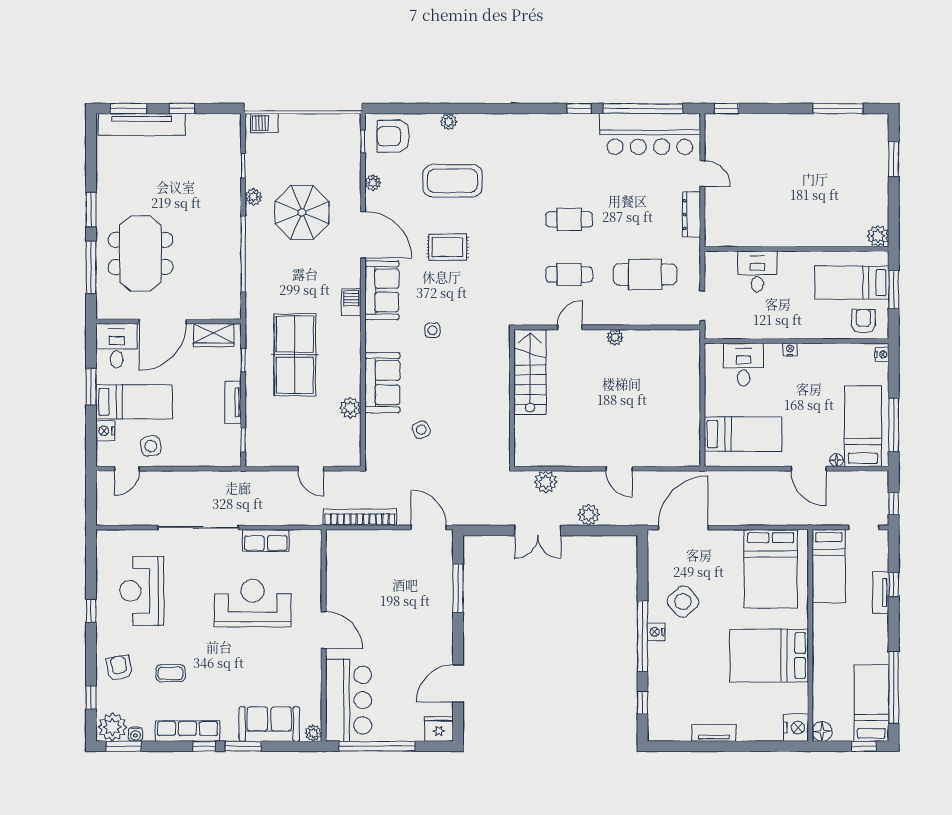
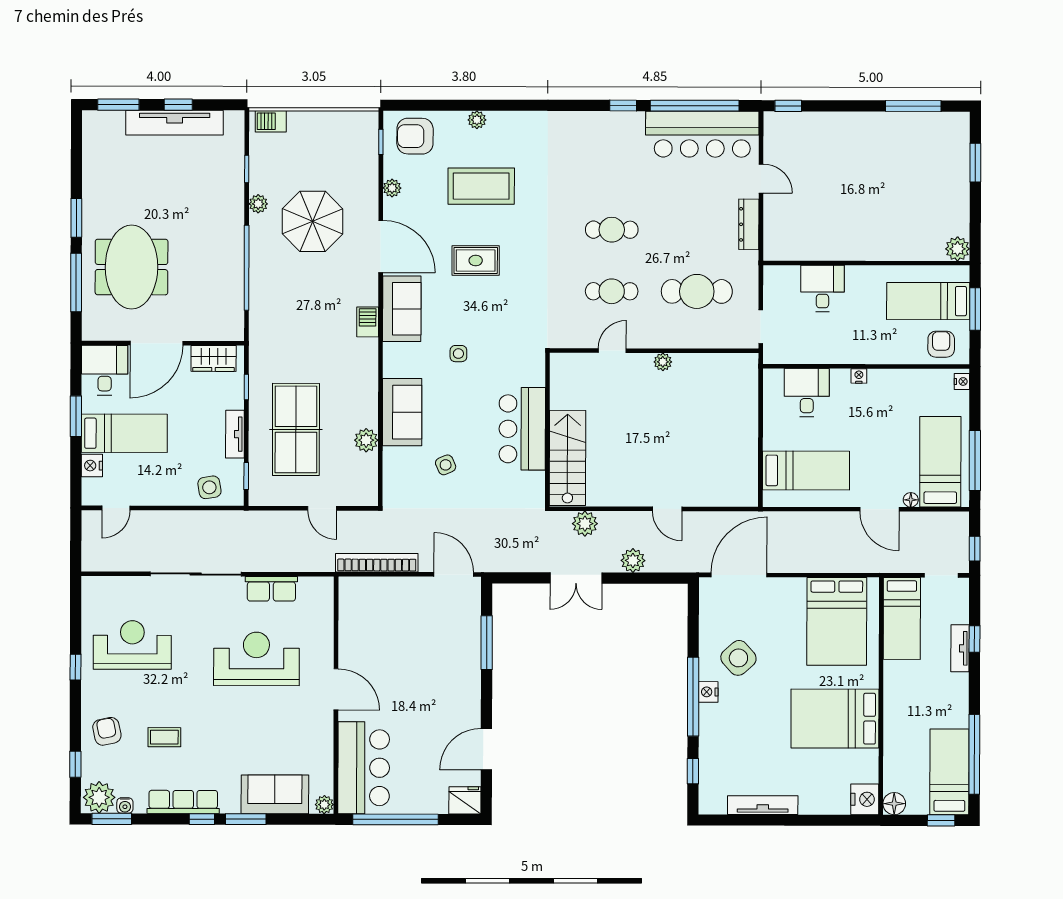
tv unit: (142, 125) -> (175, 123), moved
table tennis table: (295, 355) -> (296, 429), moved
stairs: (530, 372) -> (568, 458), moved
bar counter: (489, 397) -> (522, 429), added
side table: (151, 446) -> (209, 487), moved
reception desk: (142, 591) -> (132, 645), turned 90
tv unit: (714, 733) -> (763, 805), width x1.41

